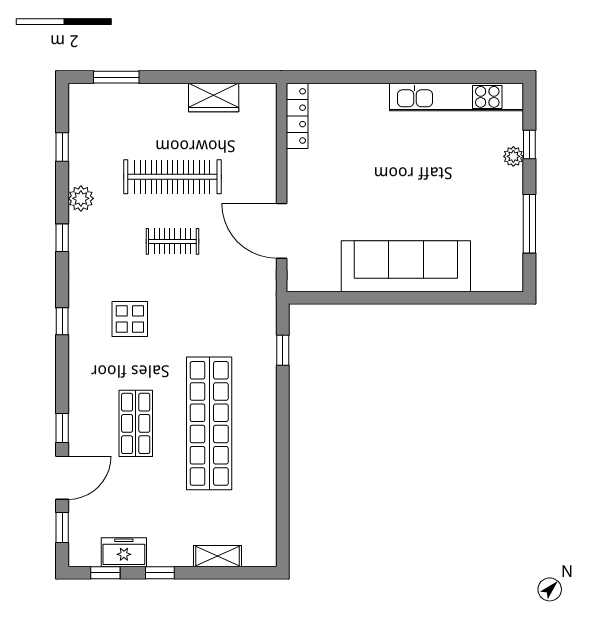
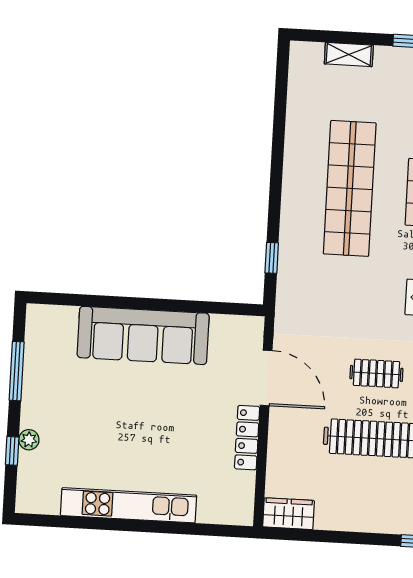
kitchen unit: (456, 97) -> (128, 505), moved
wardrobe: (214, 98) -> (288, 514), moved
locker: (297, 116) -> (247, 438), moved

